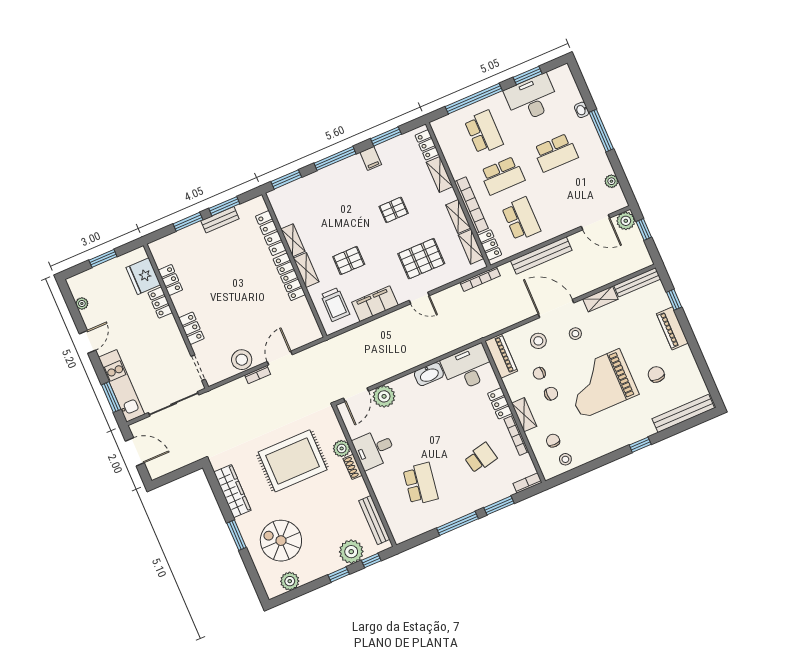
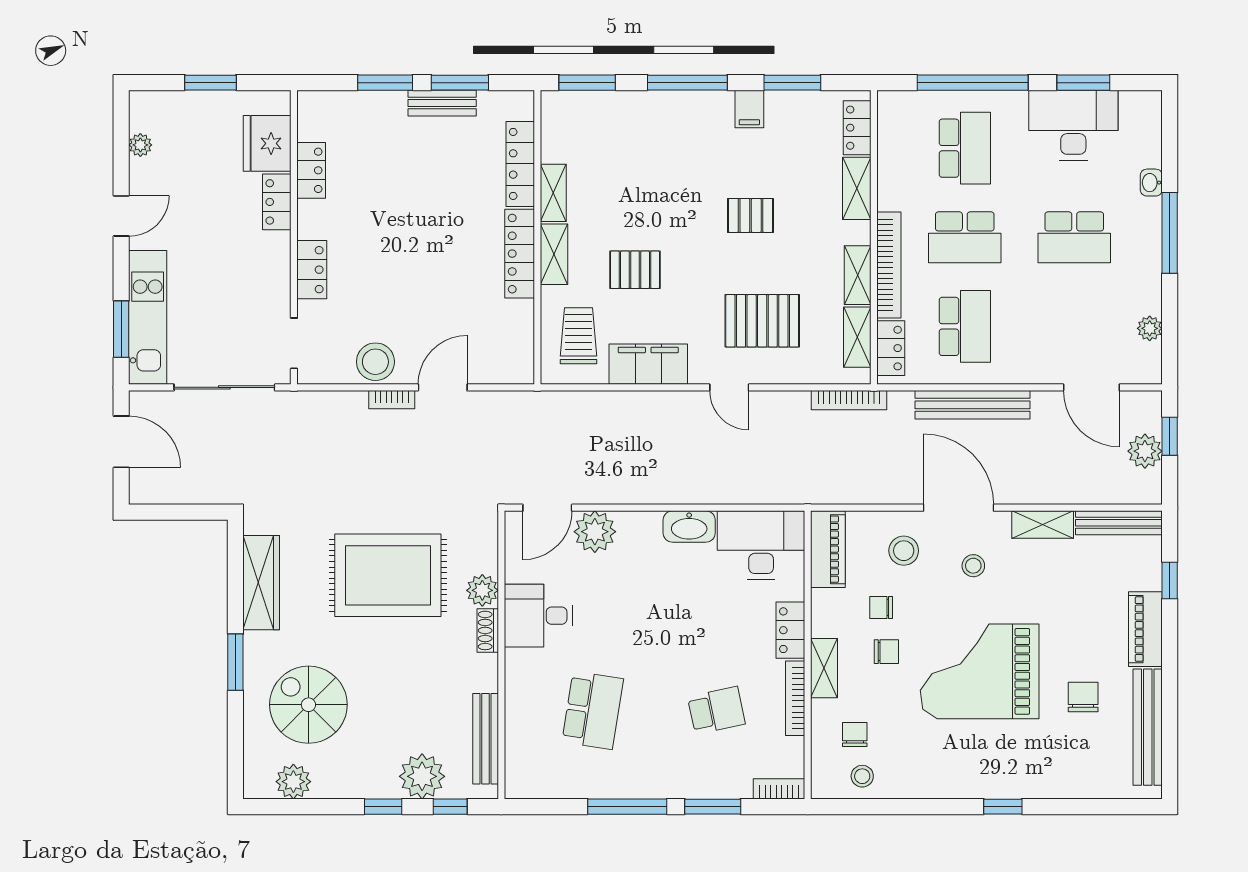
plant: (626, 221) -> (1145, 451), moved
trolley: (335, 305) -> (579, 336), turned 180
bench: (683, 413) -> (1148, 727), moved, turned 90

